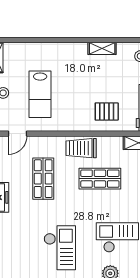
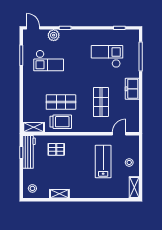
trolley: (81, 148) -> (61, 122), moved
checkout: (60, 248) -> (107, 56), moved, turned 90

